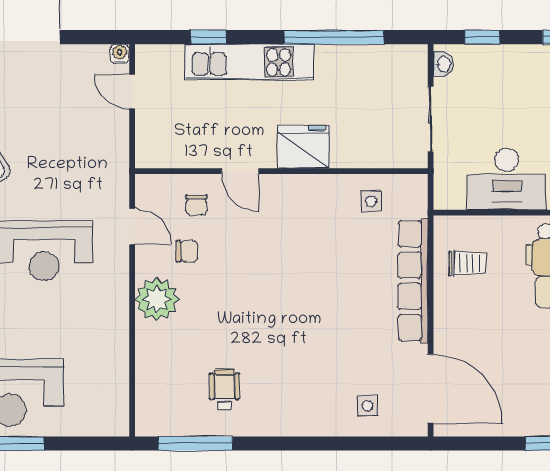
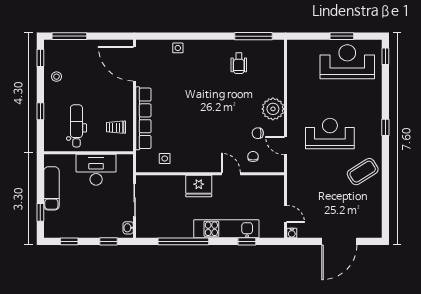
side table: (368, 406) -> (178, 48), moved

